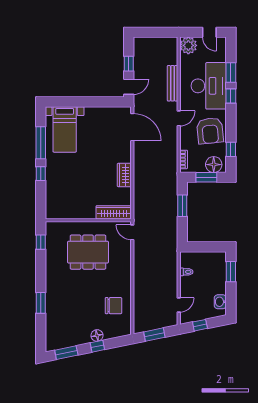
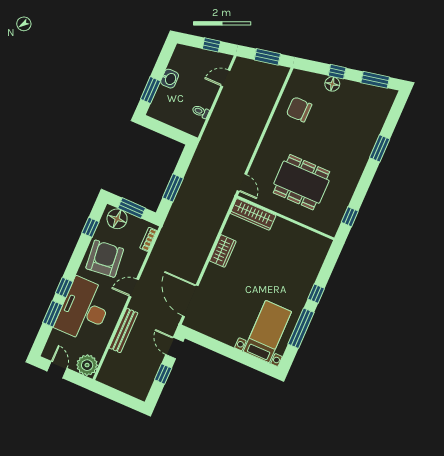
door: (129, 87) -> (174, 348), hinge flipped
washbasin: (220, 302) -> (170, 79), moved

